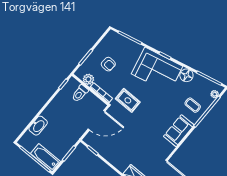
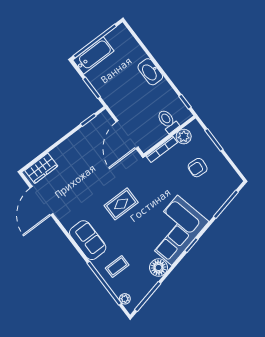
rug: (128, 100) -> (121, 204), moved
washbasin: (38, 126) -> (150, 72), moved

